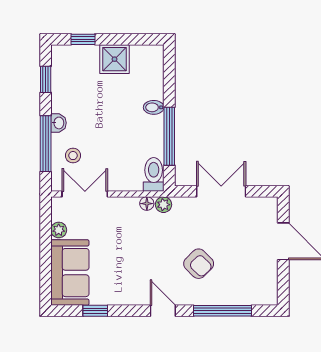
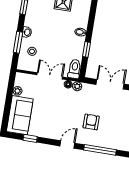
window: (169, 136) -> (86, 49), width x0.46
window: (46, 144) -> (18, 42), width x0.69
double door: (85, 194) -> (50, 76), moved
armchair: (199, 264) -> (91, 122), turned -135
door: (163, 311) -> (67, 145), hinge flipped

